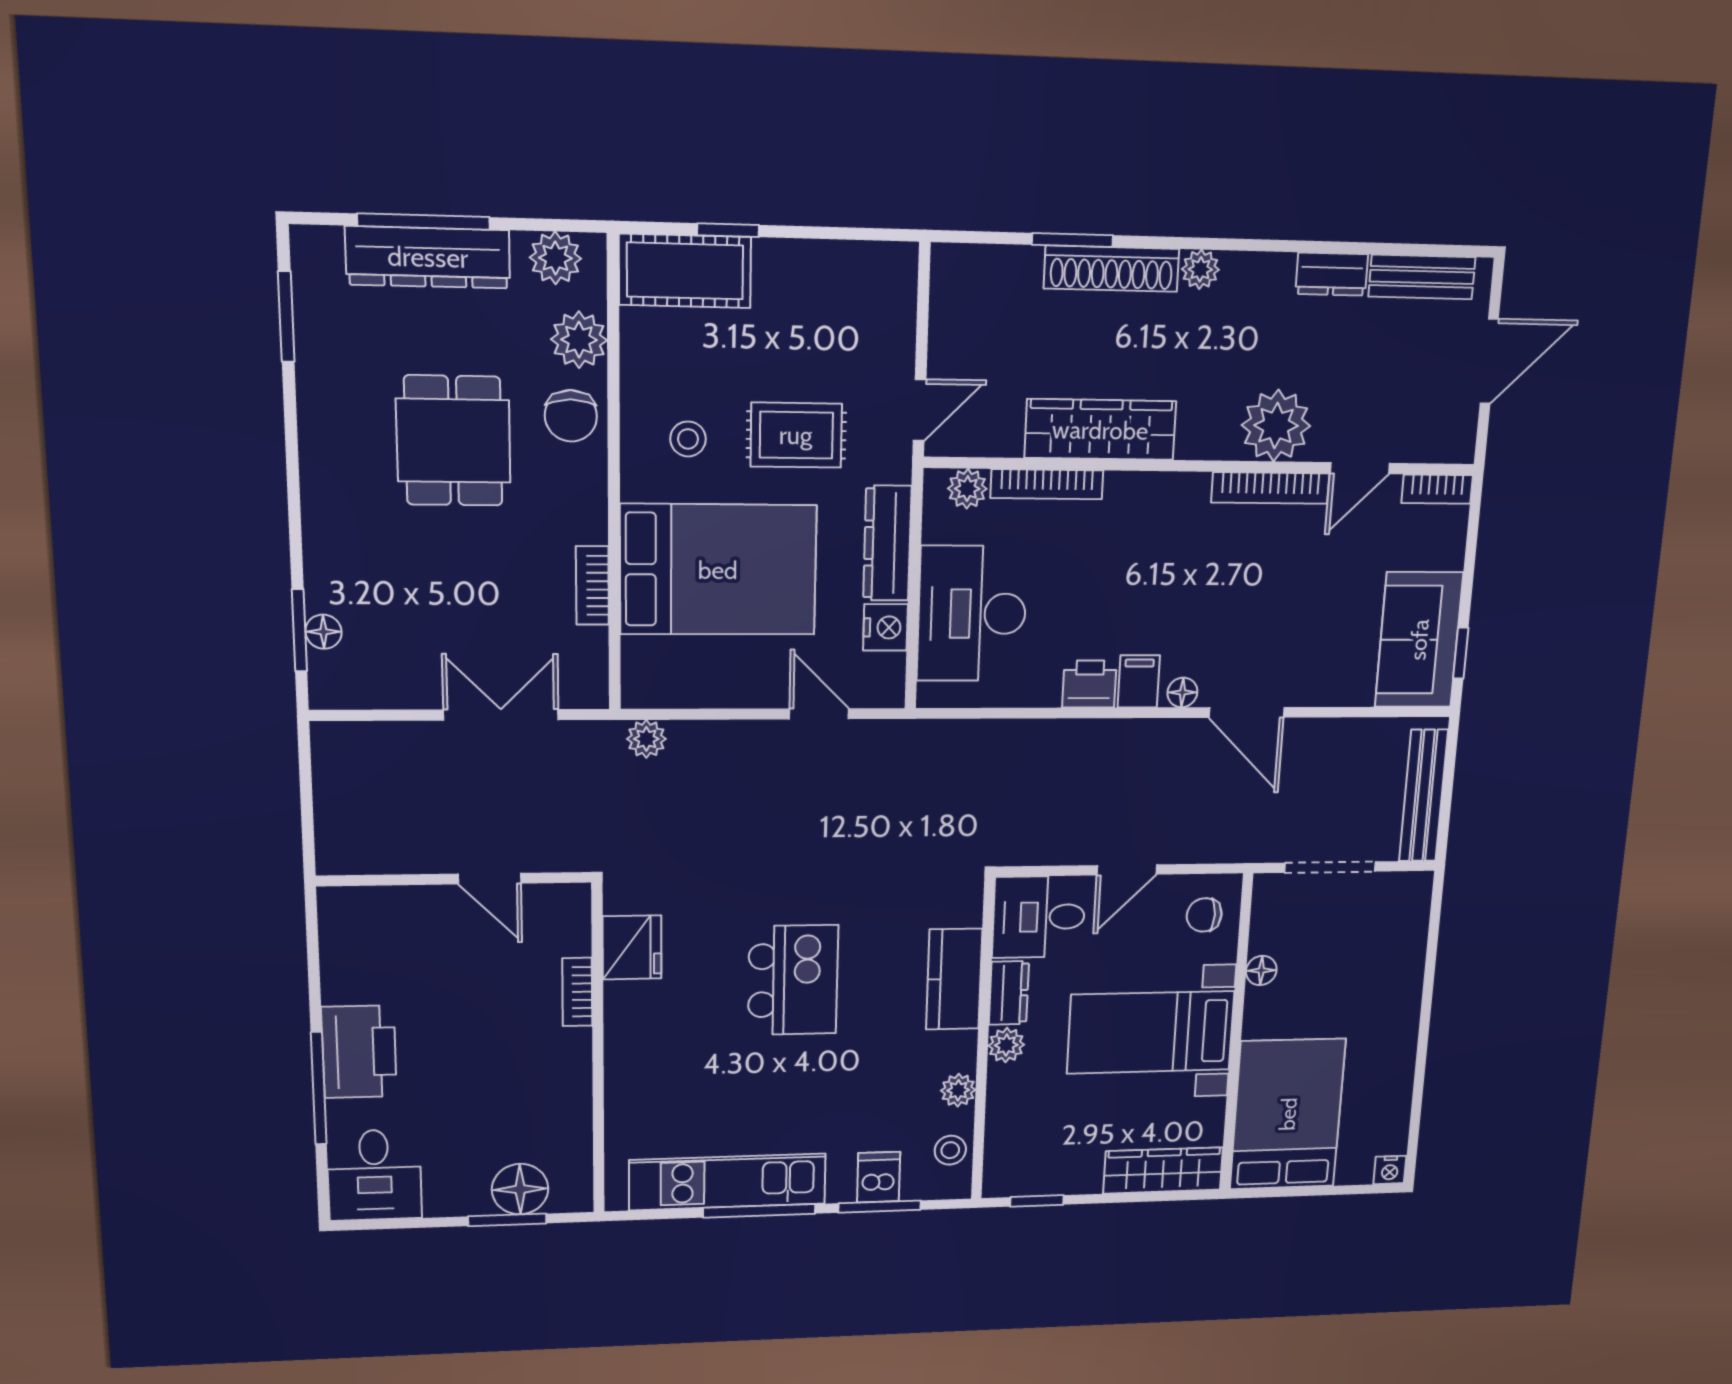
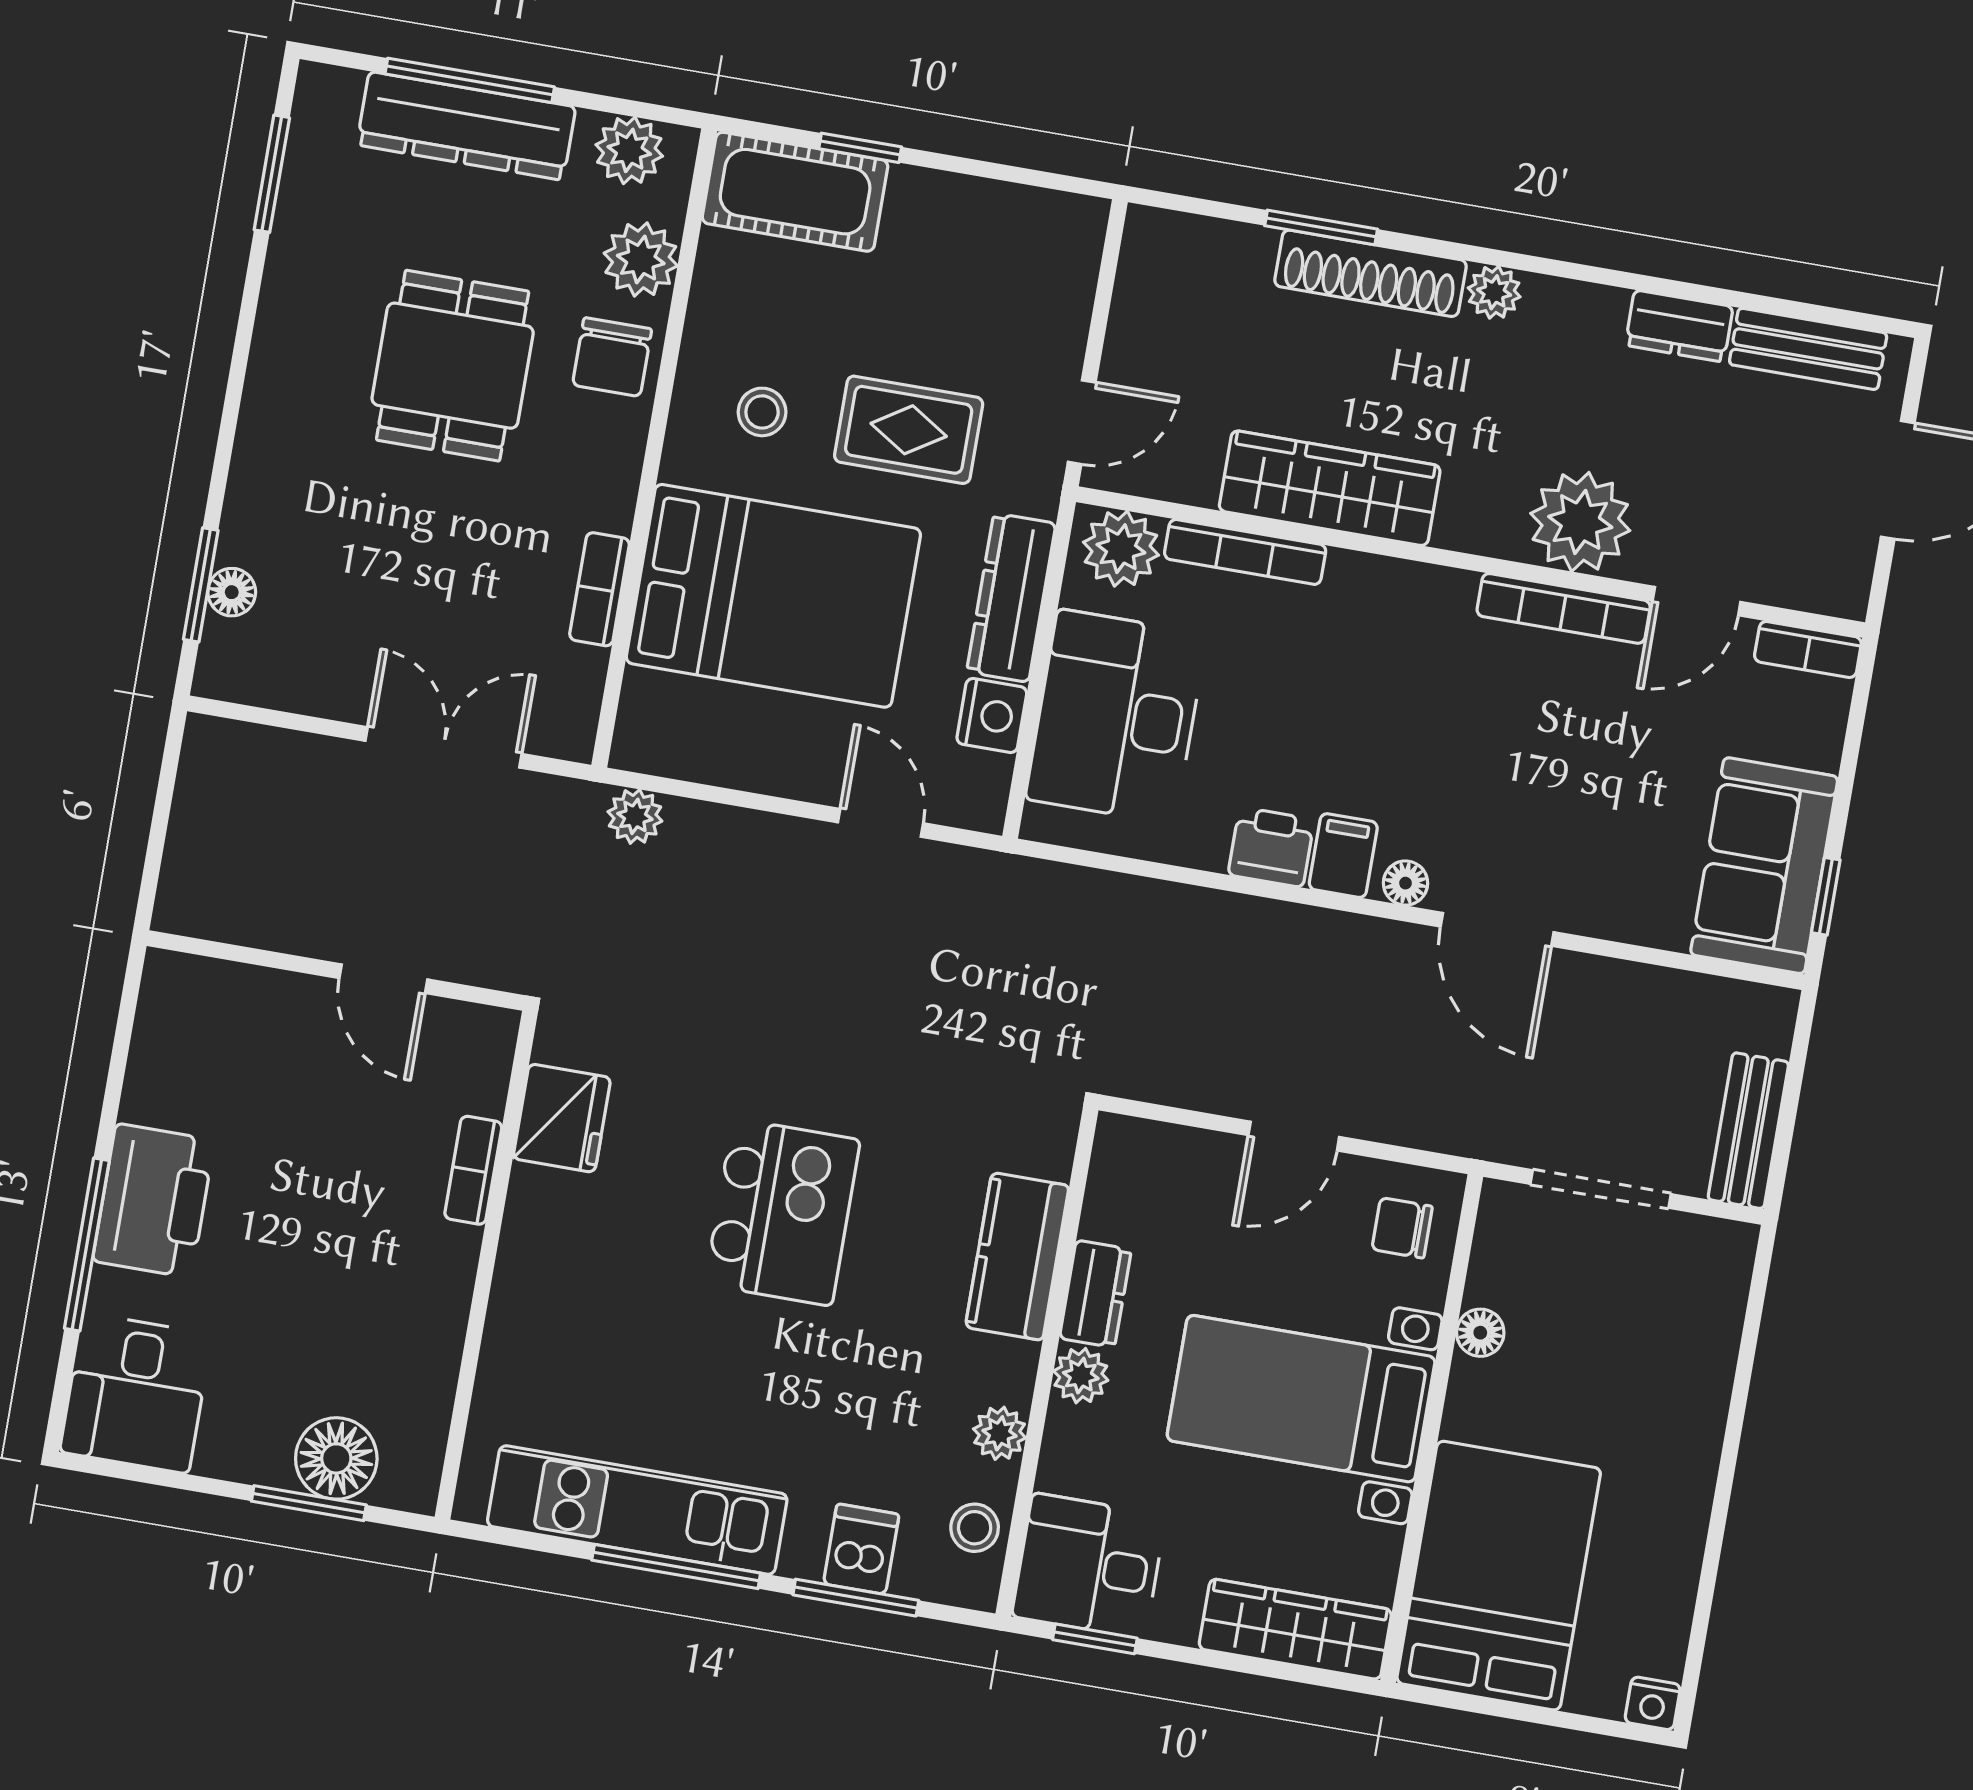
plant: (967, 489) -> (1121, 549), width x1.38, depth x1.38
bench: (1423, 796) -> (1748, 1131), width x0.73
desk: (1039, 917) -> (1089, 1566), moved

